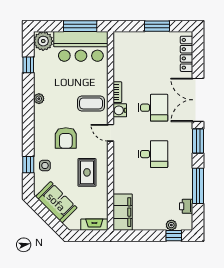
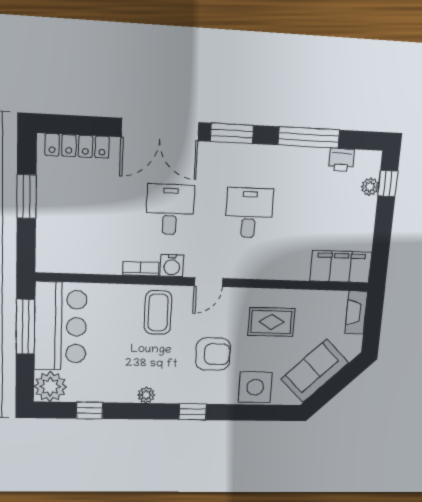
window: (28, 165) -> (193, 412), moved
side table: (45, 165) -> (255, 387), width x1.87, depth x1.87

